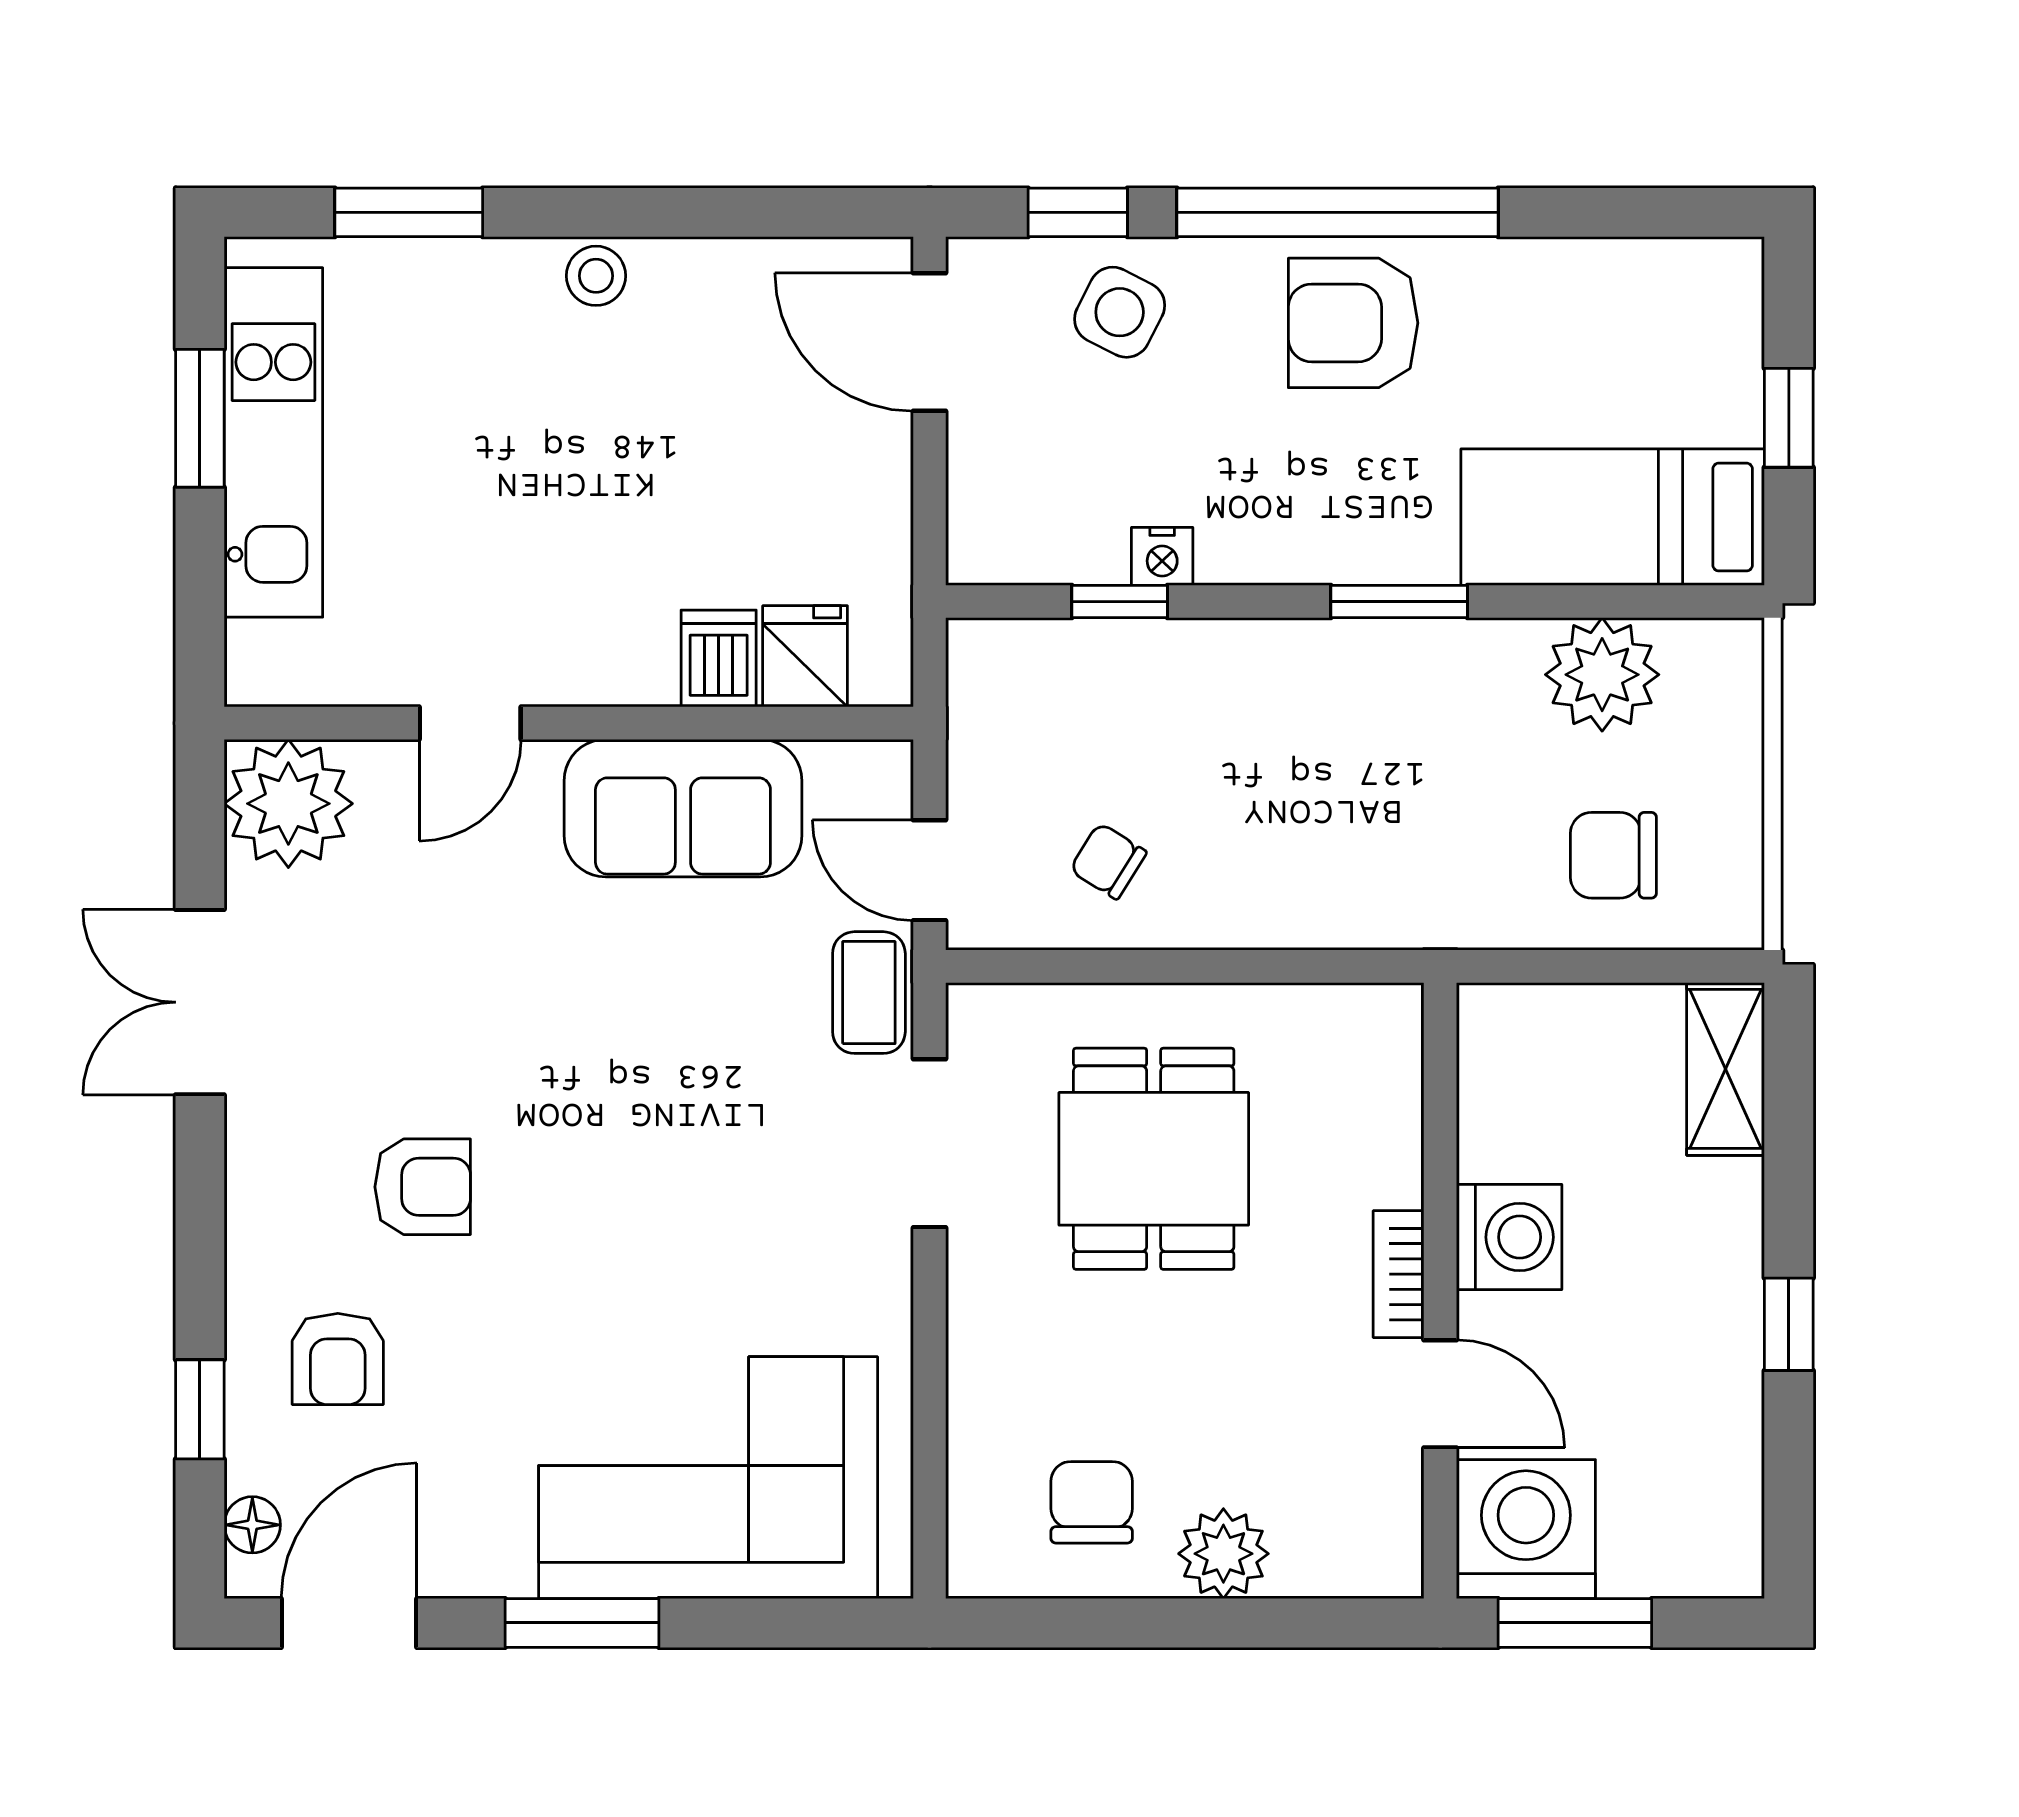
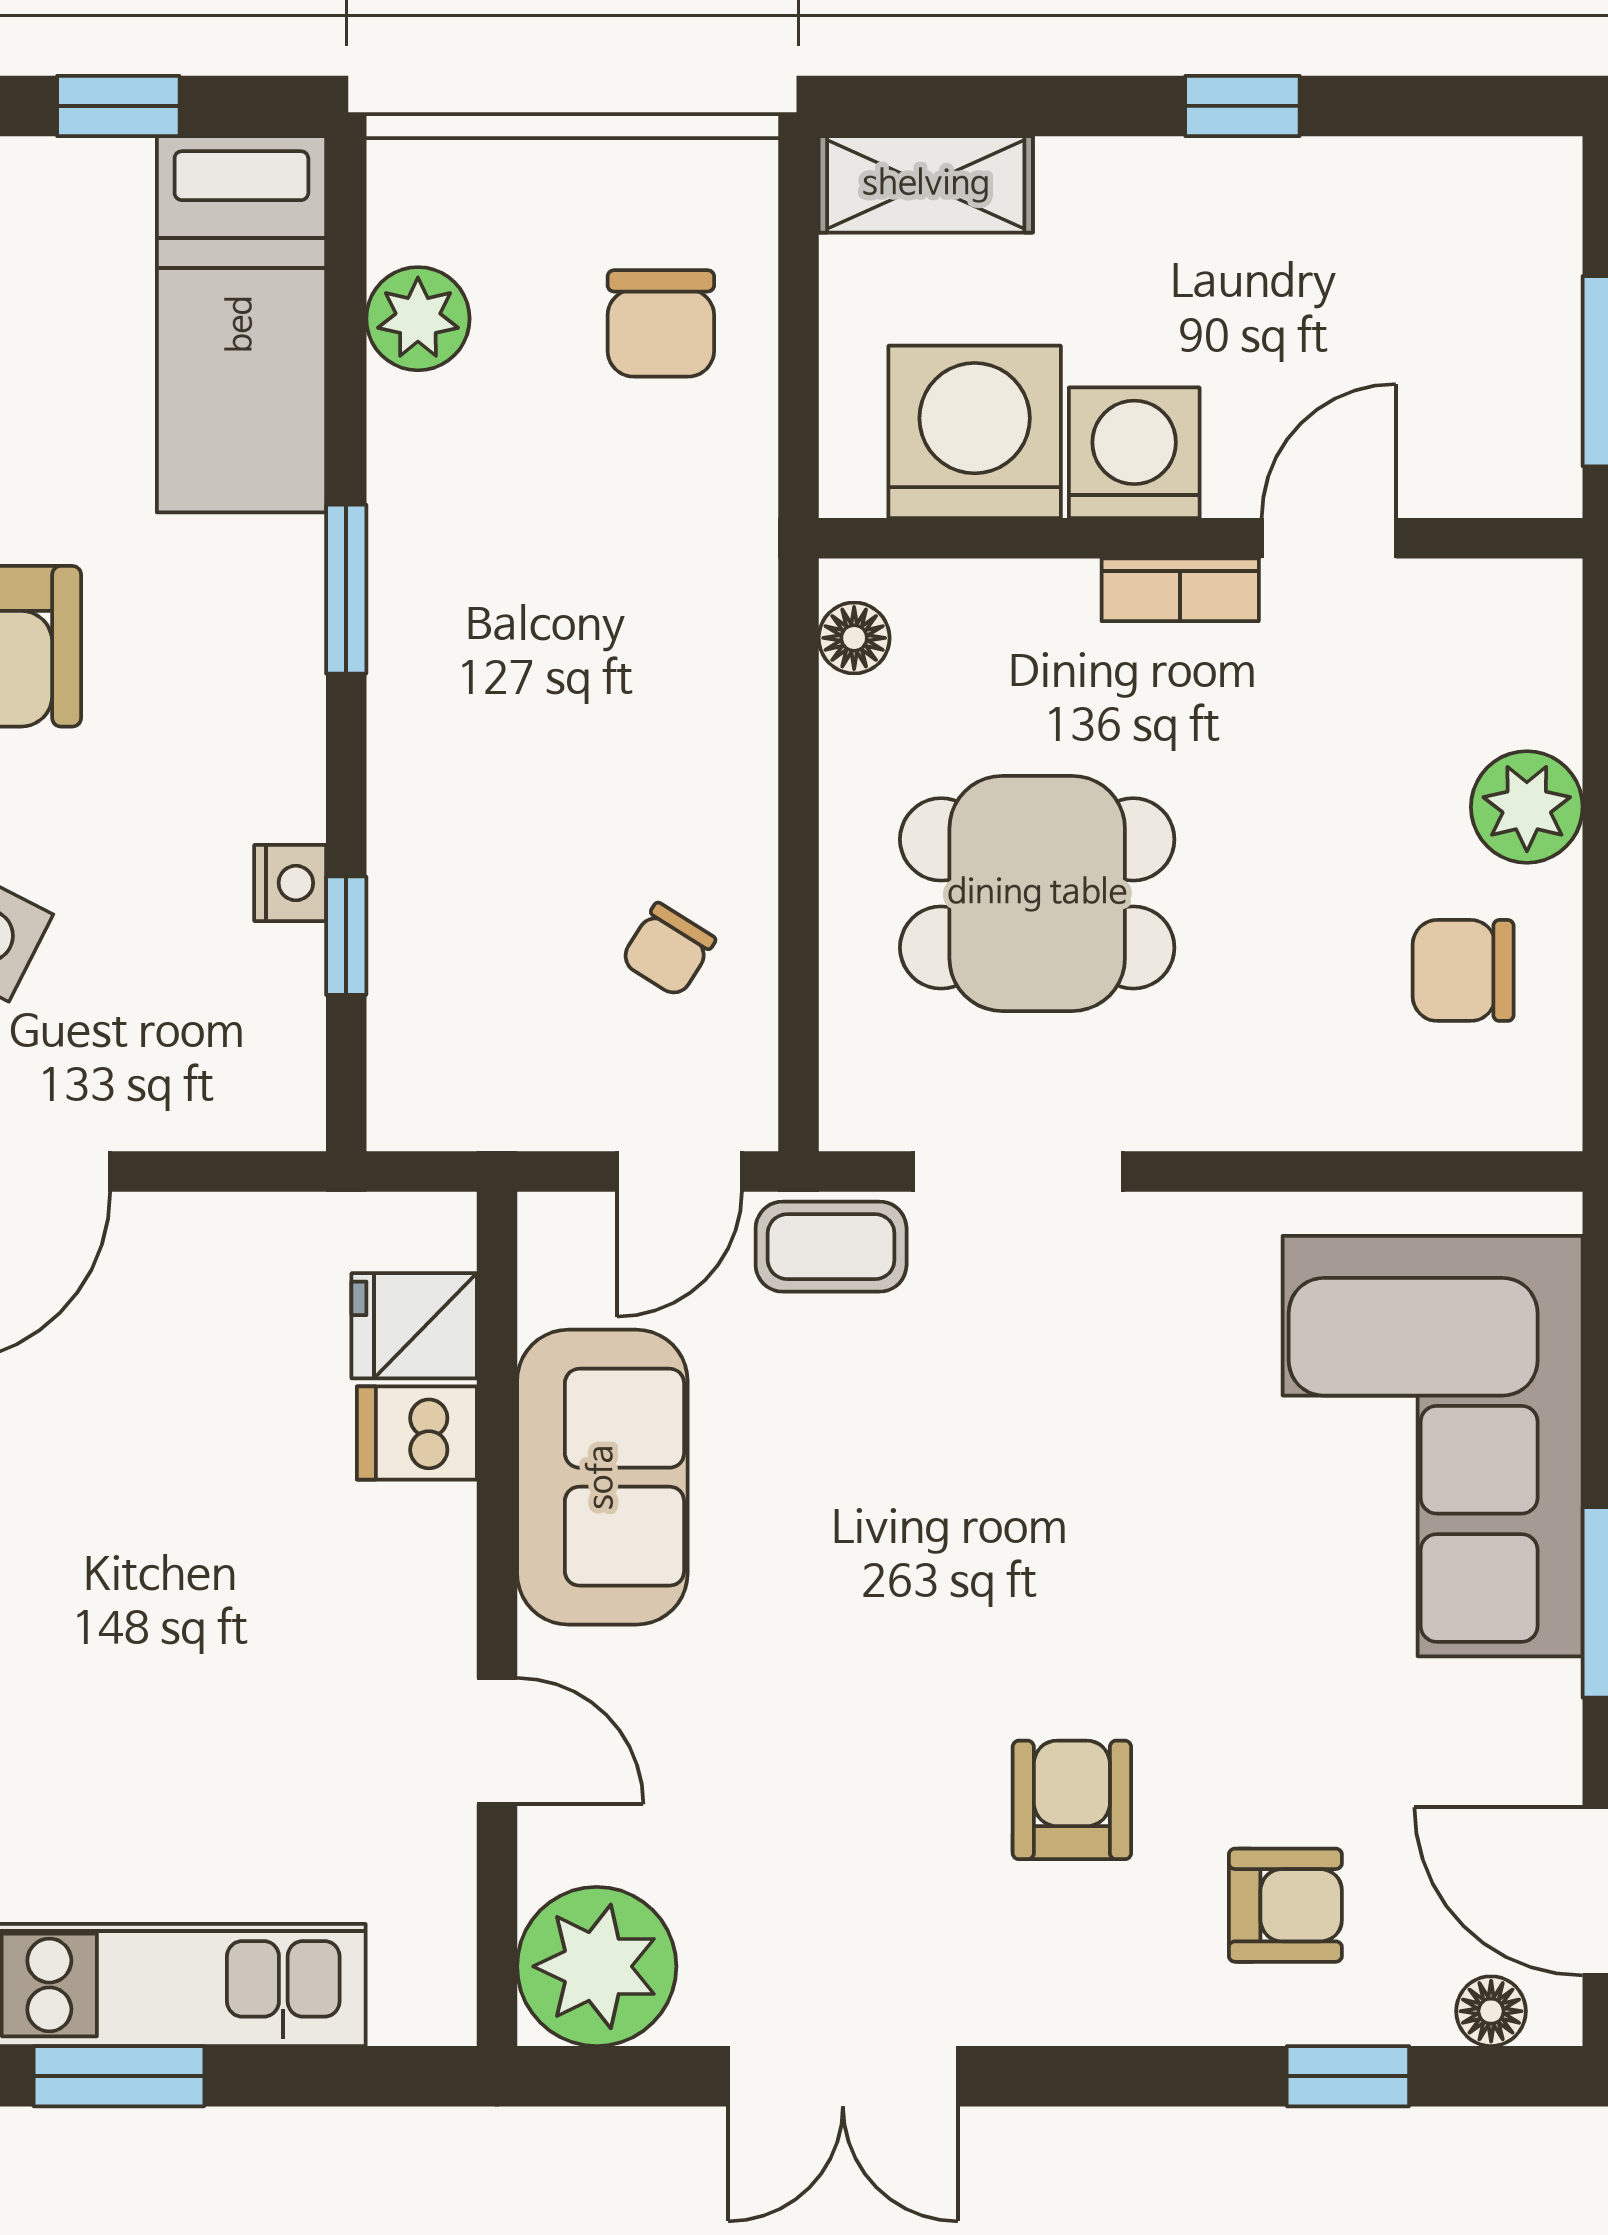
plant: (1602, 675) -> (418, 319), width x0.73, depth x0.73
floor lamp: (1360, 1011) -> (854, 638), added
washing machine: (1526, 1529) -> (975, 432), moved, turned 90

